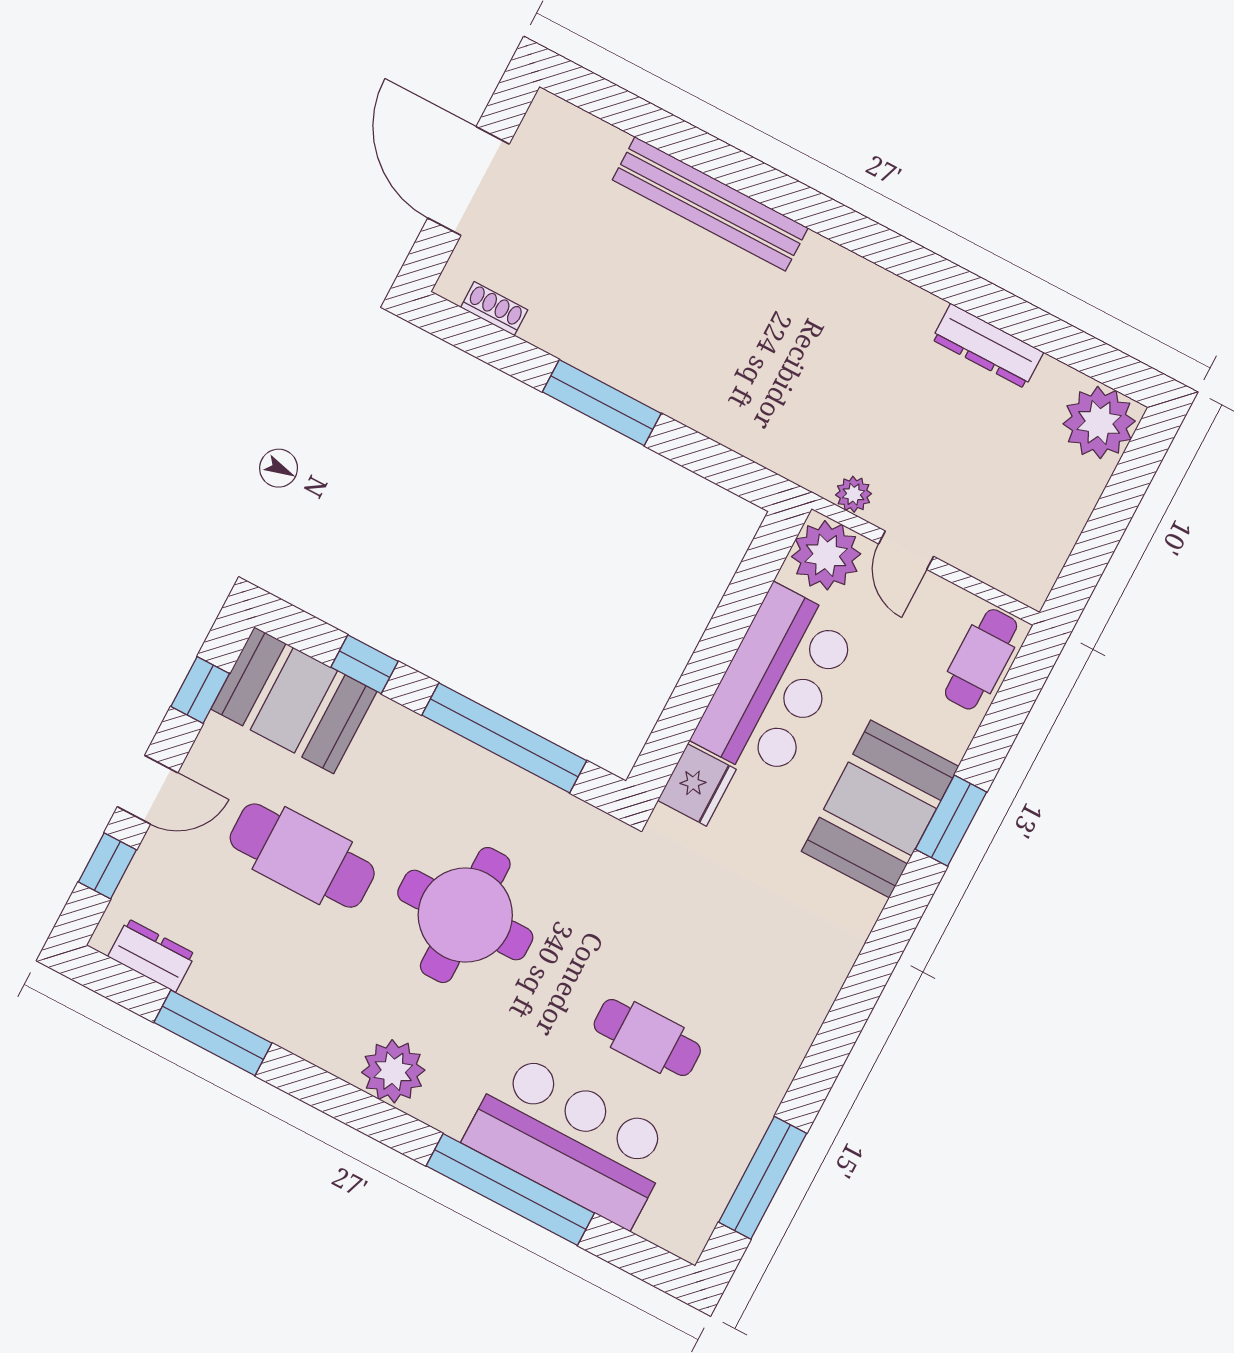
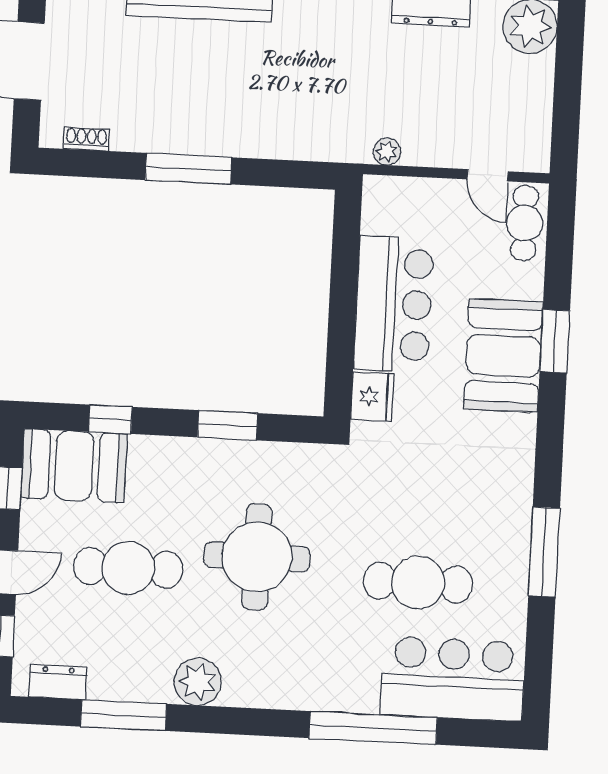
door: (906, 550) -> (488, 175), moved
plant: (826, 555) -> (388, 201), removed
window: (504, 738) -> (228, 425), width x0.47
cafe table: (647, 1038) -> (418, 583), width x1.37, depth x1.35
plant: (393, 1071) -> (198, 682), moved
bar counter: (570, 1140) -> (453, 679), moved
window: (763, 1178) -> (544, 552), moved

